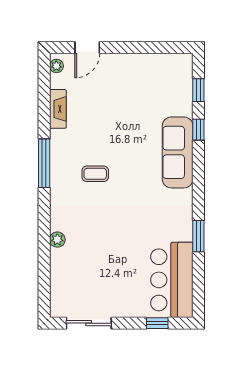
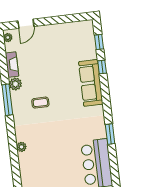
plant: (60, 140) -> (15, 84), added

